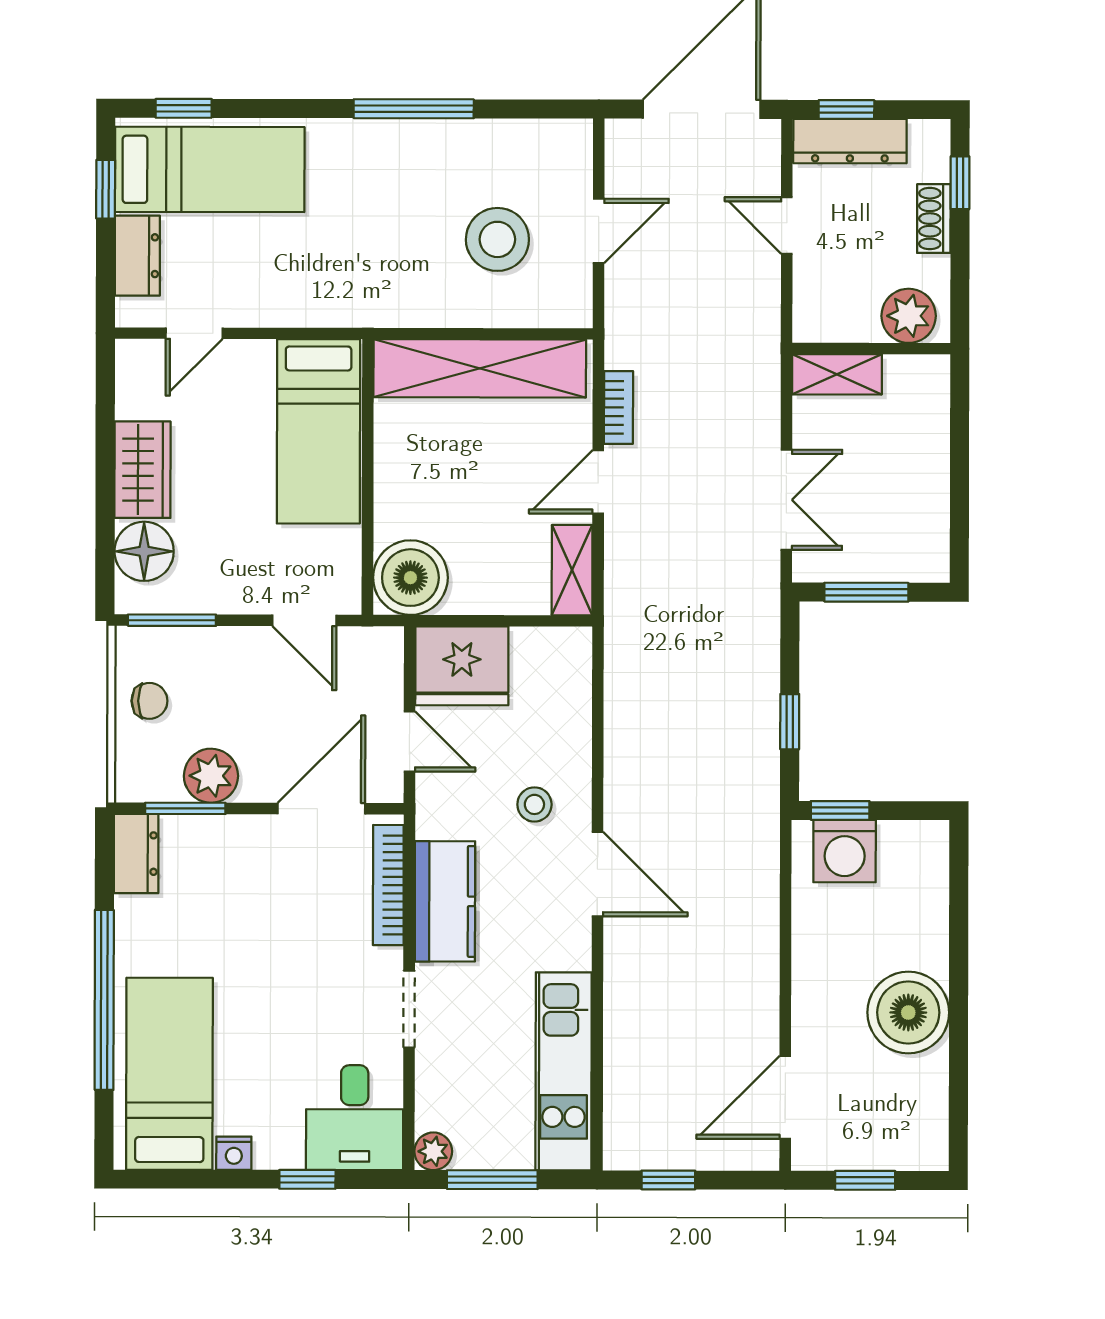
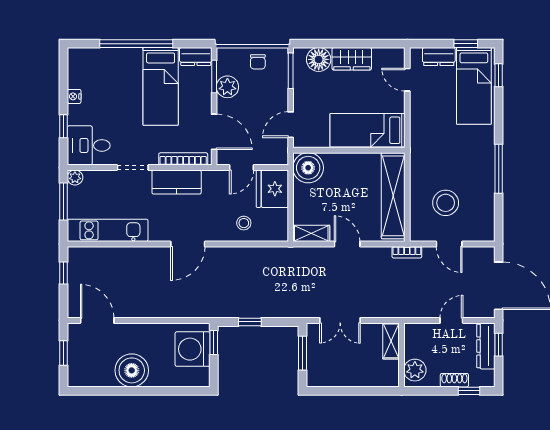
bookcase: (618, 407) -> (407, 252), moved
stool: (534, 804) -> (244, 223), moved
washing machine: (845, 851) -> (193, 349), width x1.37, depth x1.37
bed: (169, 1074) -> (161, 86), moved, turned 90

